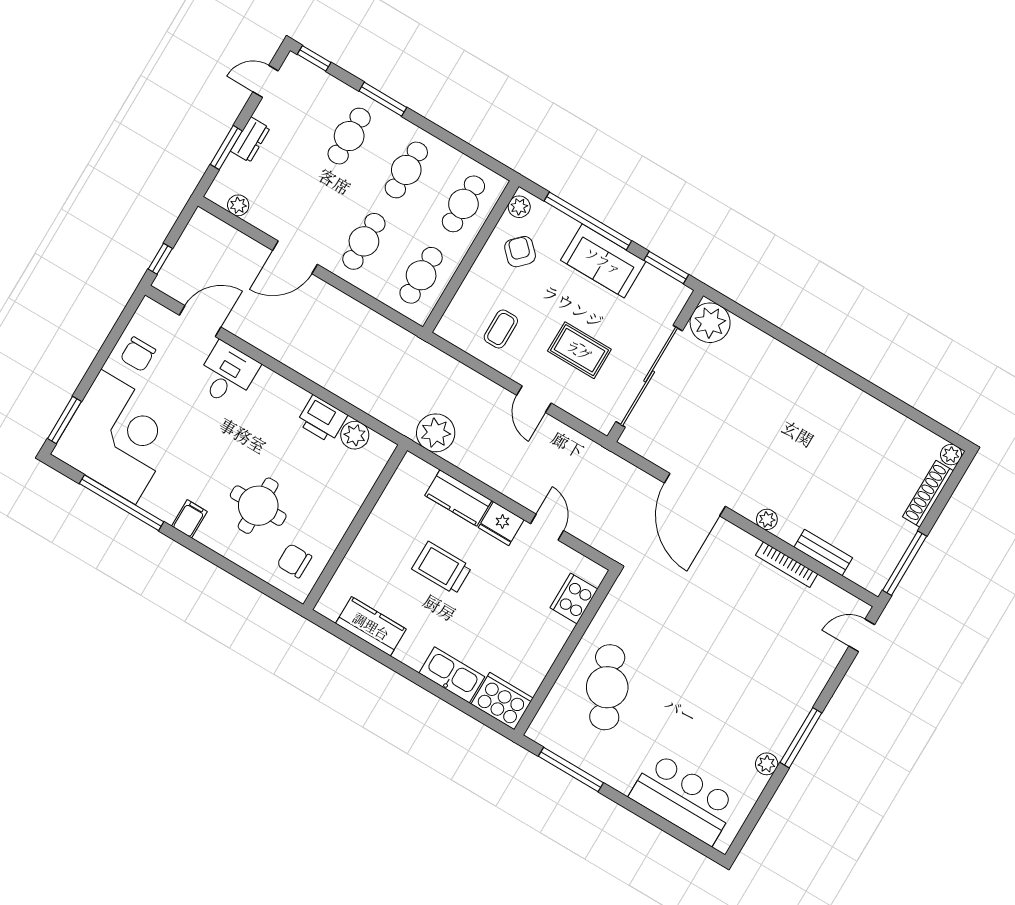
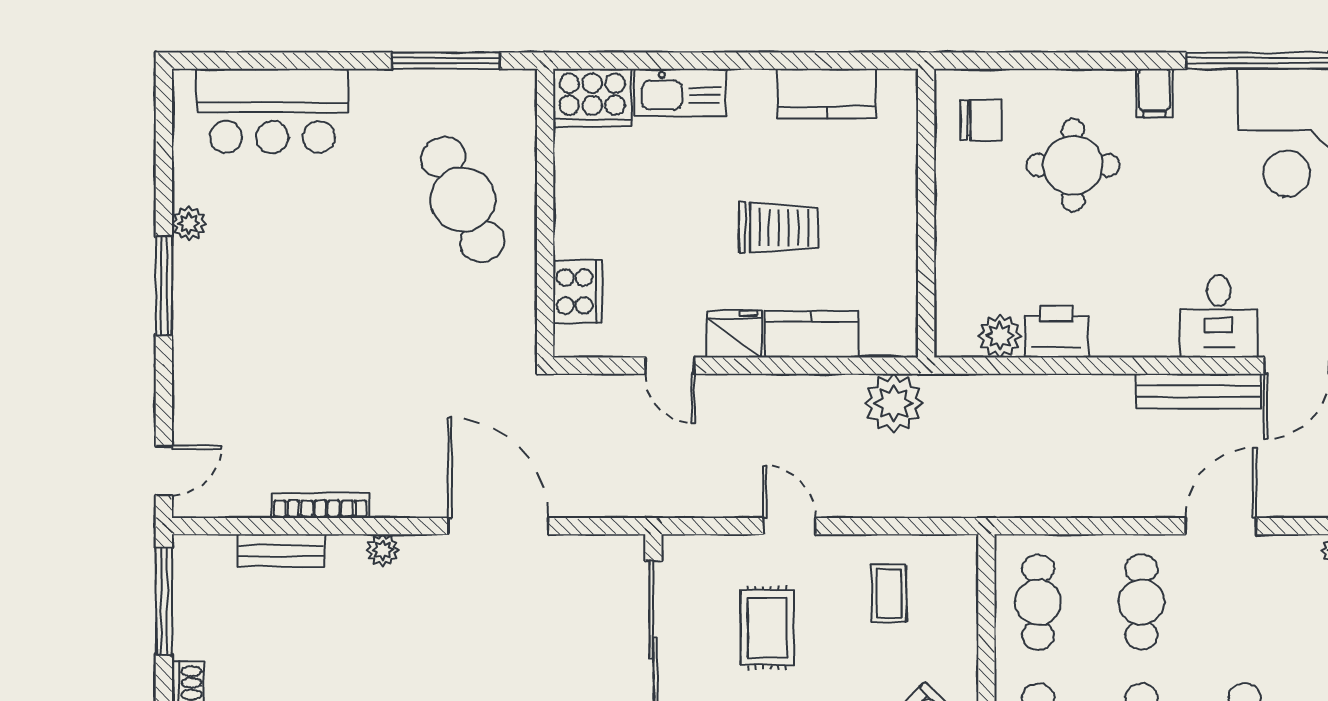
bench: (263, 339) -> (1198, 391), added
rug: (579, 350) -> (767, 628), turned 90

